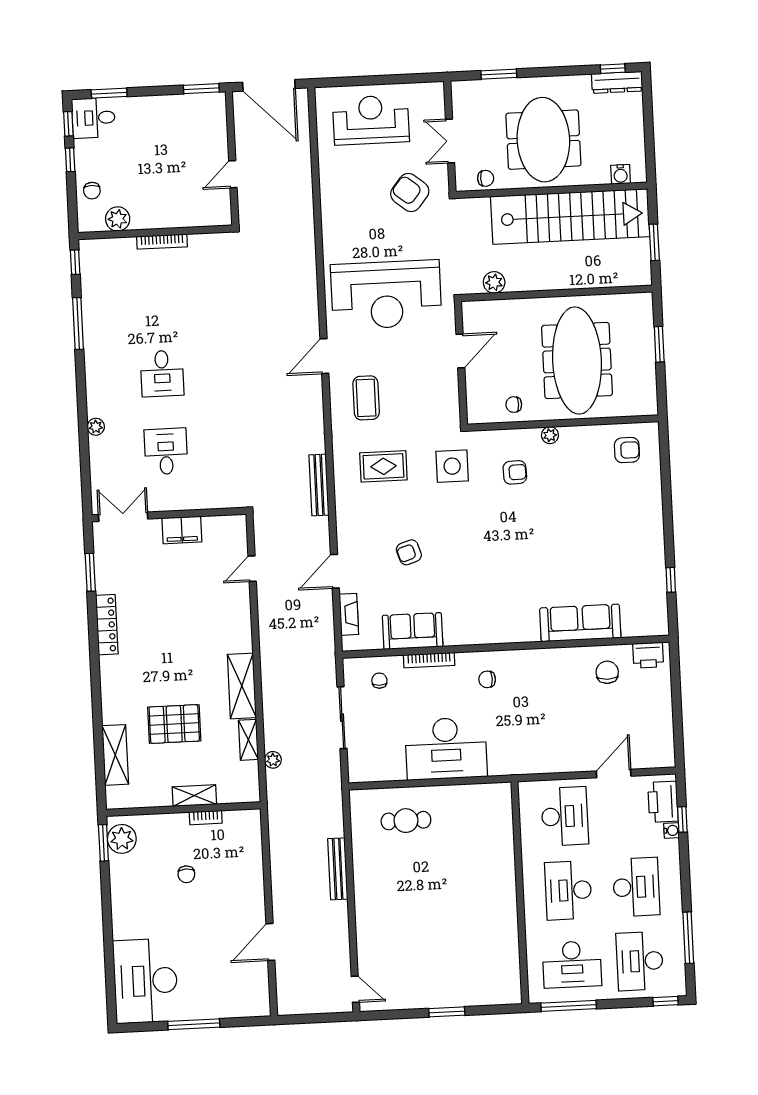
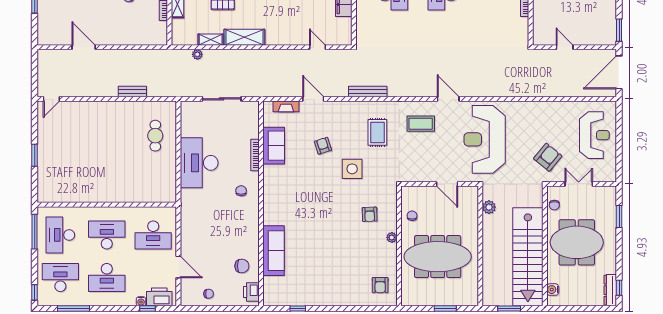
side table: (452, 466) -> (352, 169), moved
chair: (379, 681) -> (209, 294), moved
bench: (338, 869) -> (132, 92), width x0.73

